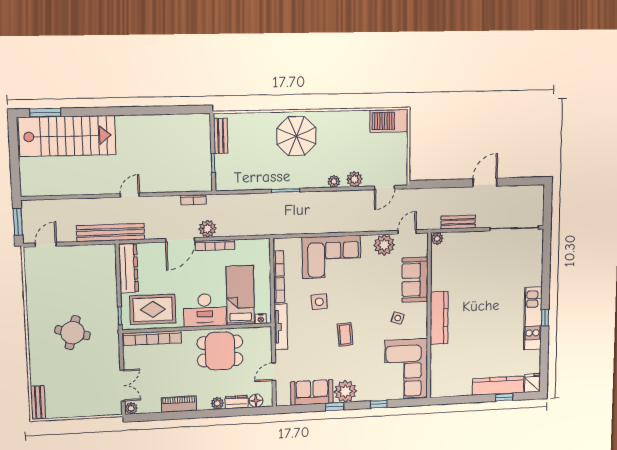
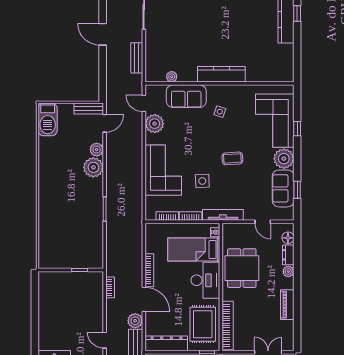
bench: (221, 136) -> (89, 109), moved
parasol: (296, 136) -> (59, 199), removed
plant: (334, 181) -> (93, 167), width x1.88, depth x1.88
door: (385, 188) -> (105, 123), hinge flipped
plant: (208, 229) -> (135, 321), moved
plant: (437, 239) -> (172, 77), moved
corner sofa: (406, 369) -> (275, 121), moved, turned 90
window: (335, 407) -> (297, 190), moved
plant: (131, 408) -> (289, 346), removed

